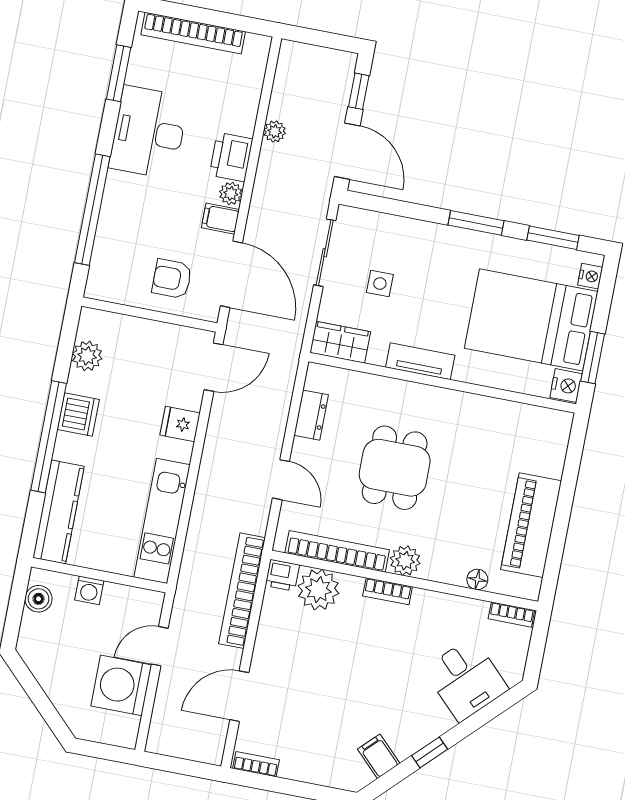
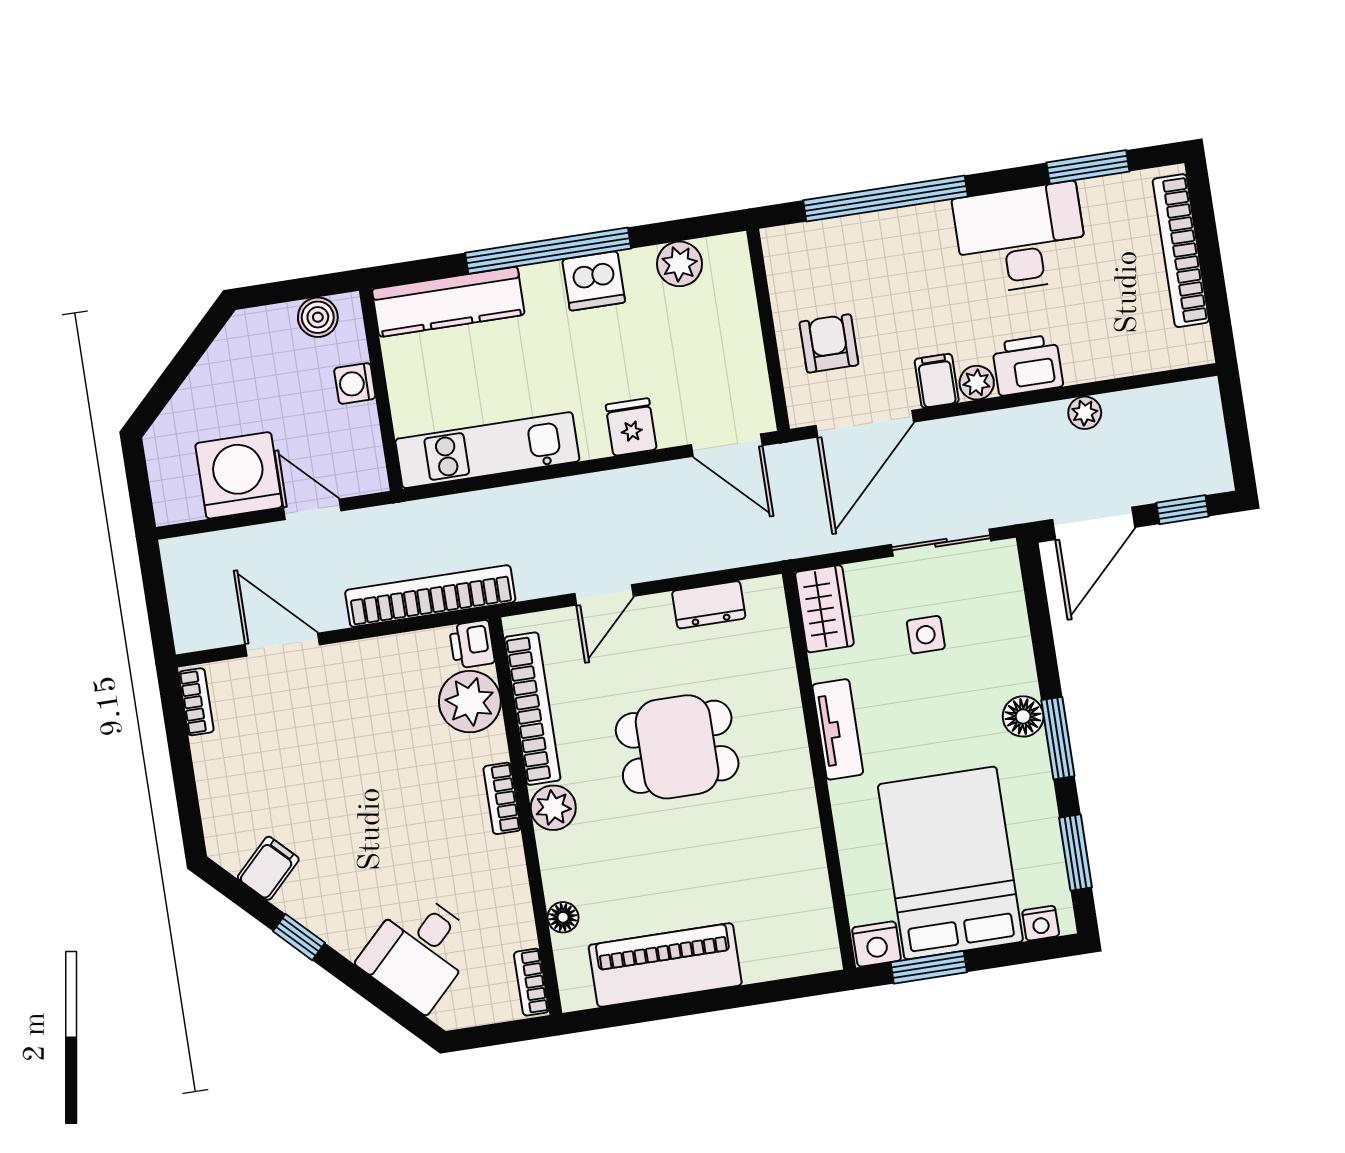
floor lamp: (454, 240) -> (1023, 716), added

